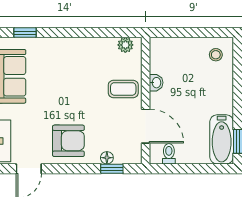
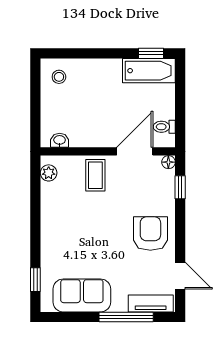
washbasin: (156, 83) -> (60, 140), moved
floor lamp: (107, 158) -> (168, 162), moved

